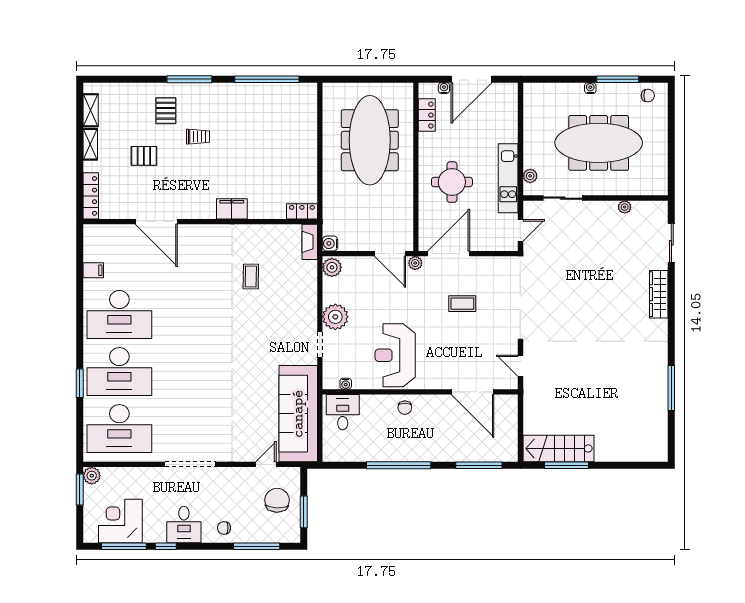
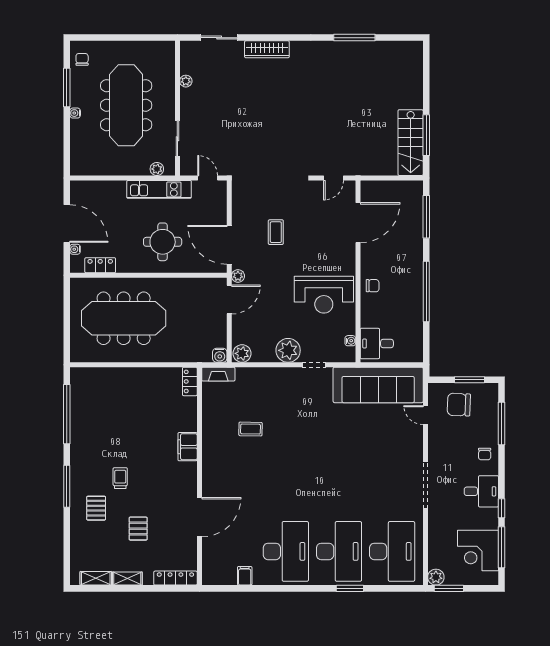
pallet: (166, 111) -> (96, 508), turned 90

